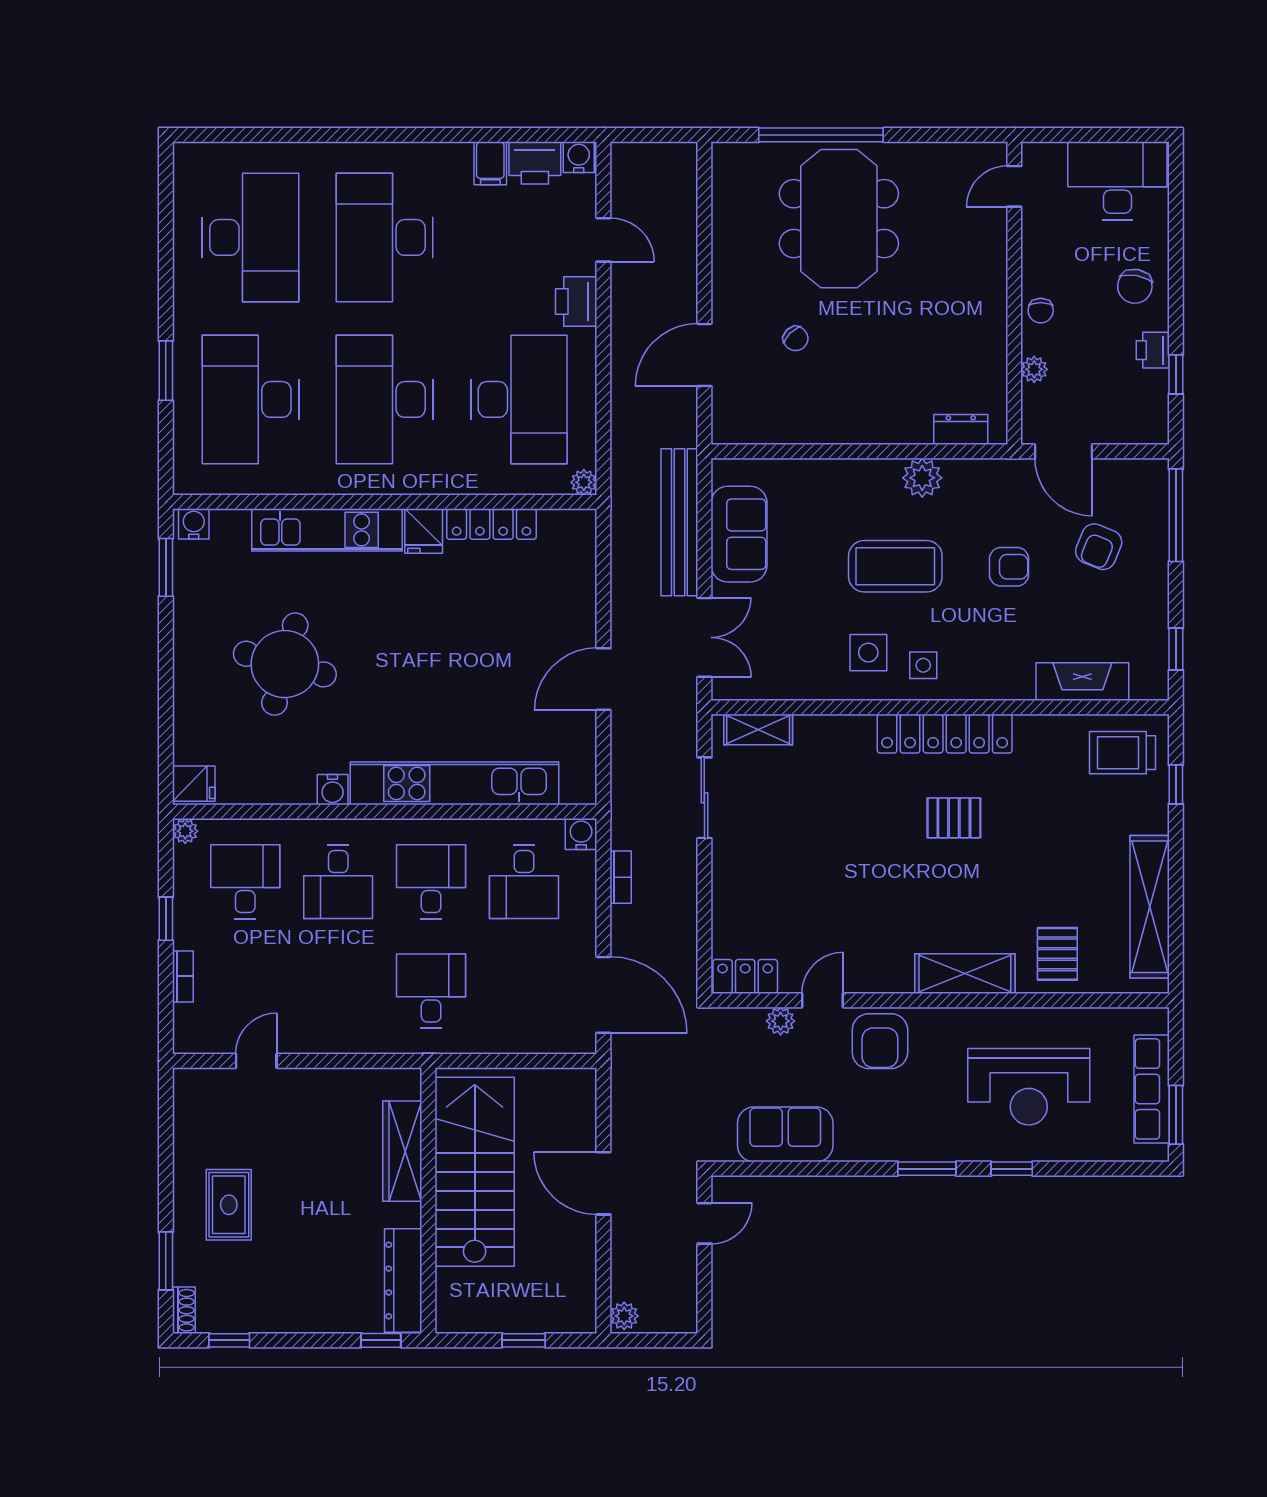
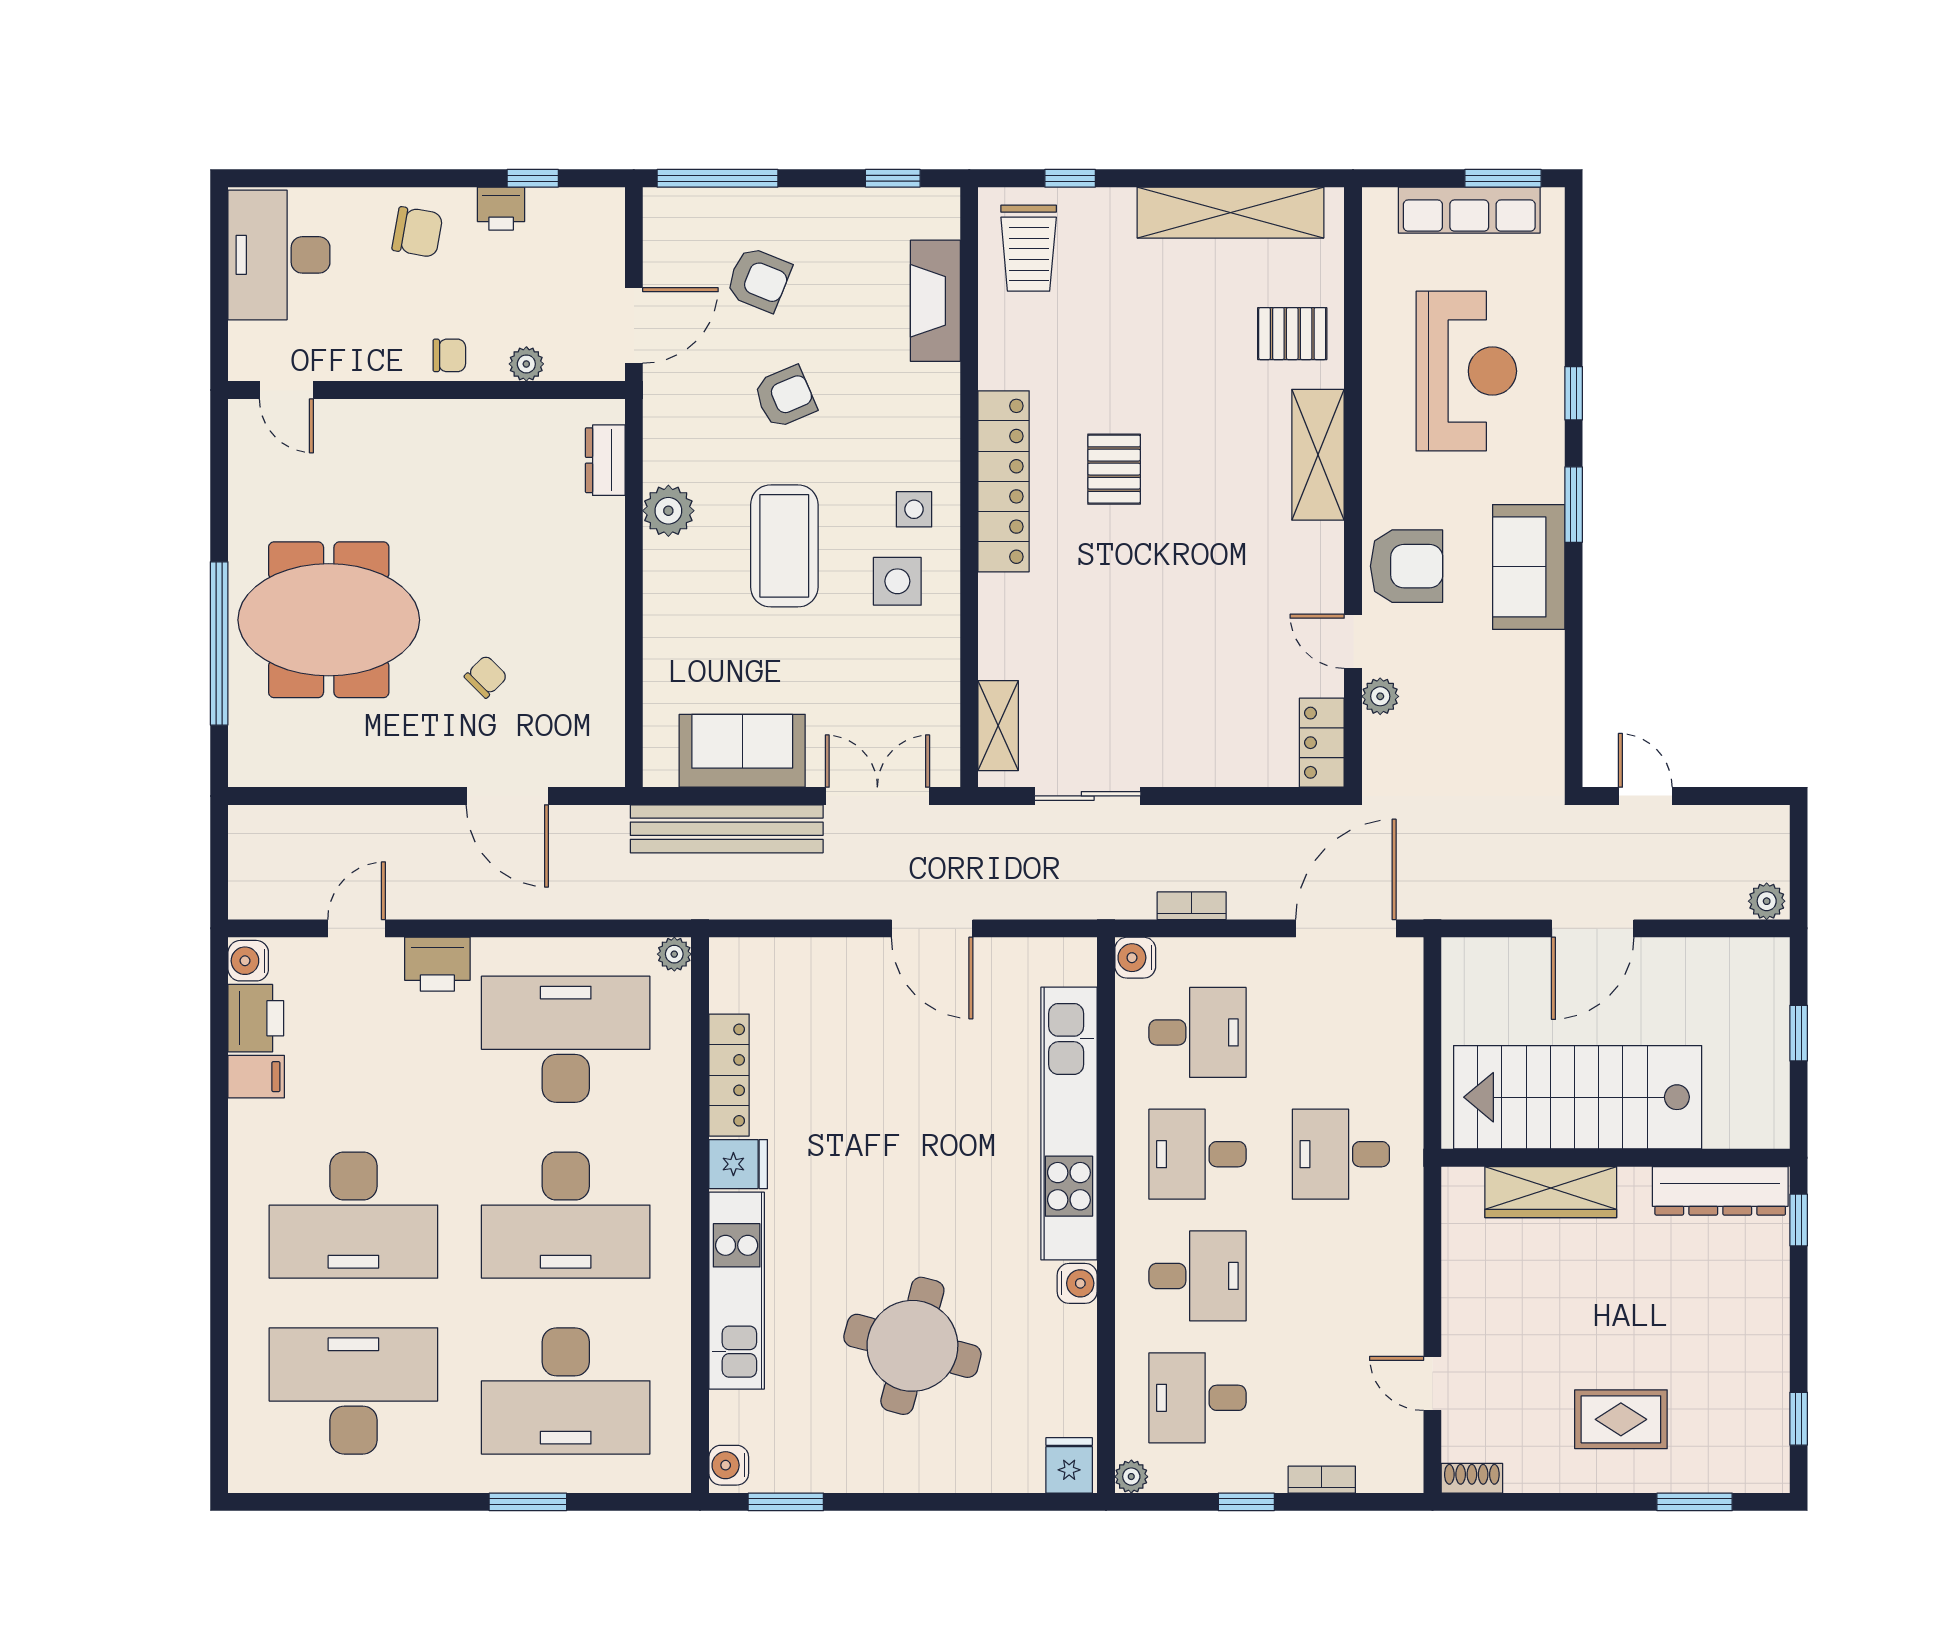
armchair: (1009, 567) -> (785, 397), turned 67
sofa: (785, 1134) -> (1529, 567), moved
shoe rack: (184, 1310) -> (1472, 1478), moved

